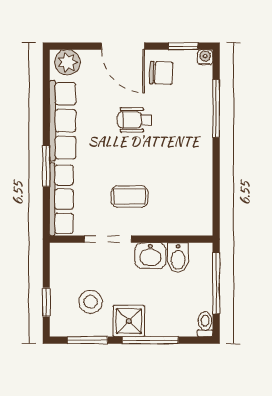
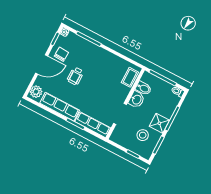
coffee table: (130, 197) -> (130, 77), moved

